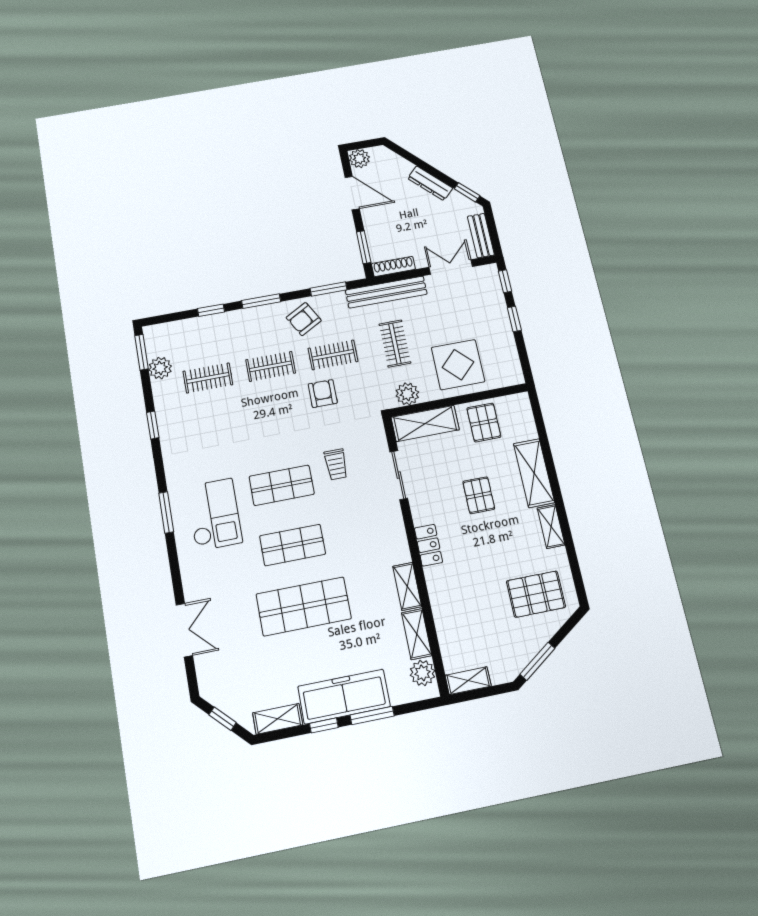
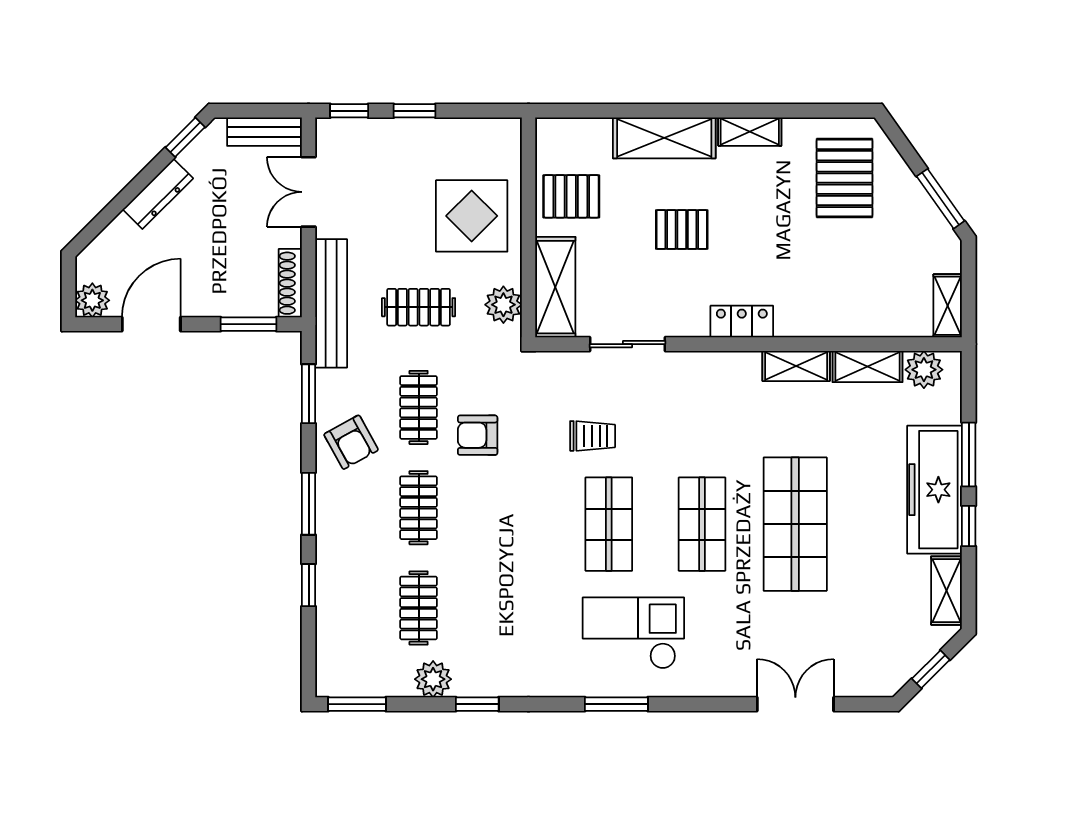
plant: (160, 368) -> (433, 679), moved

